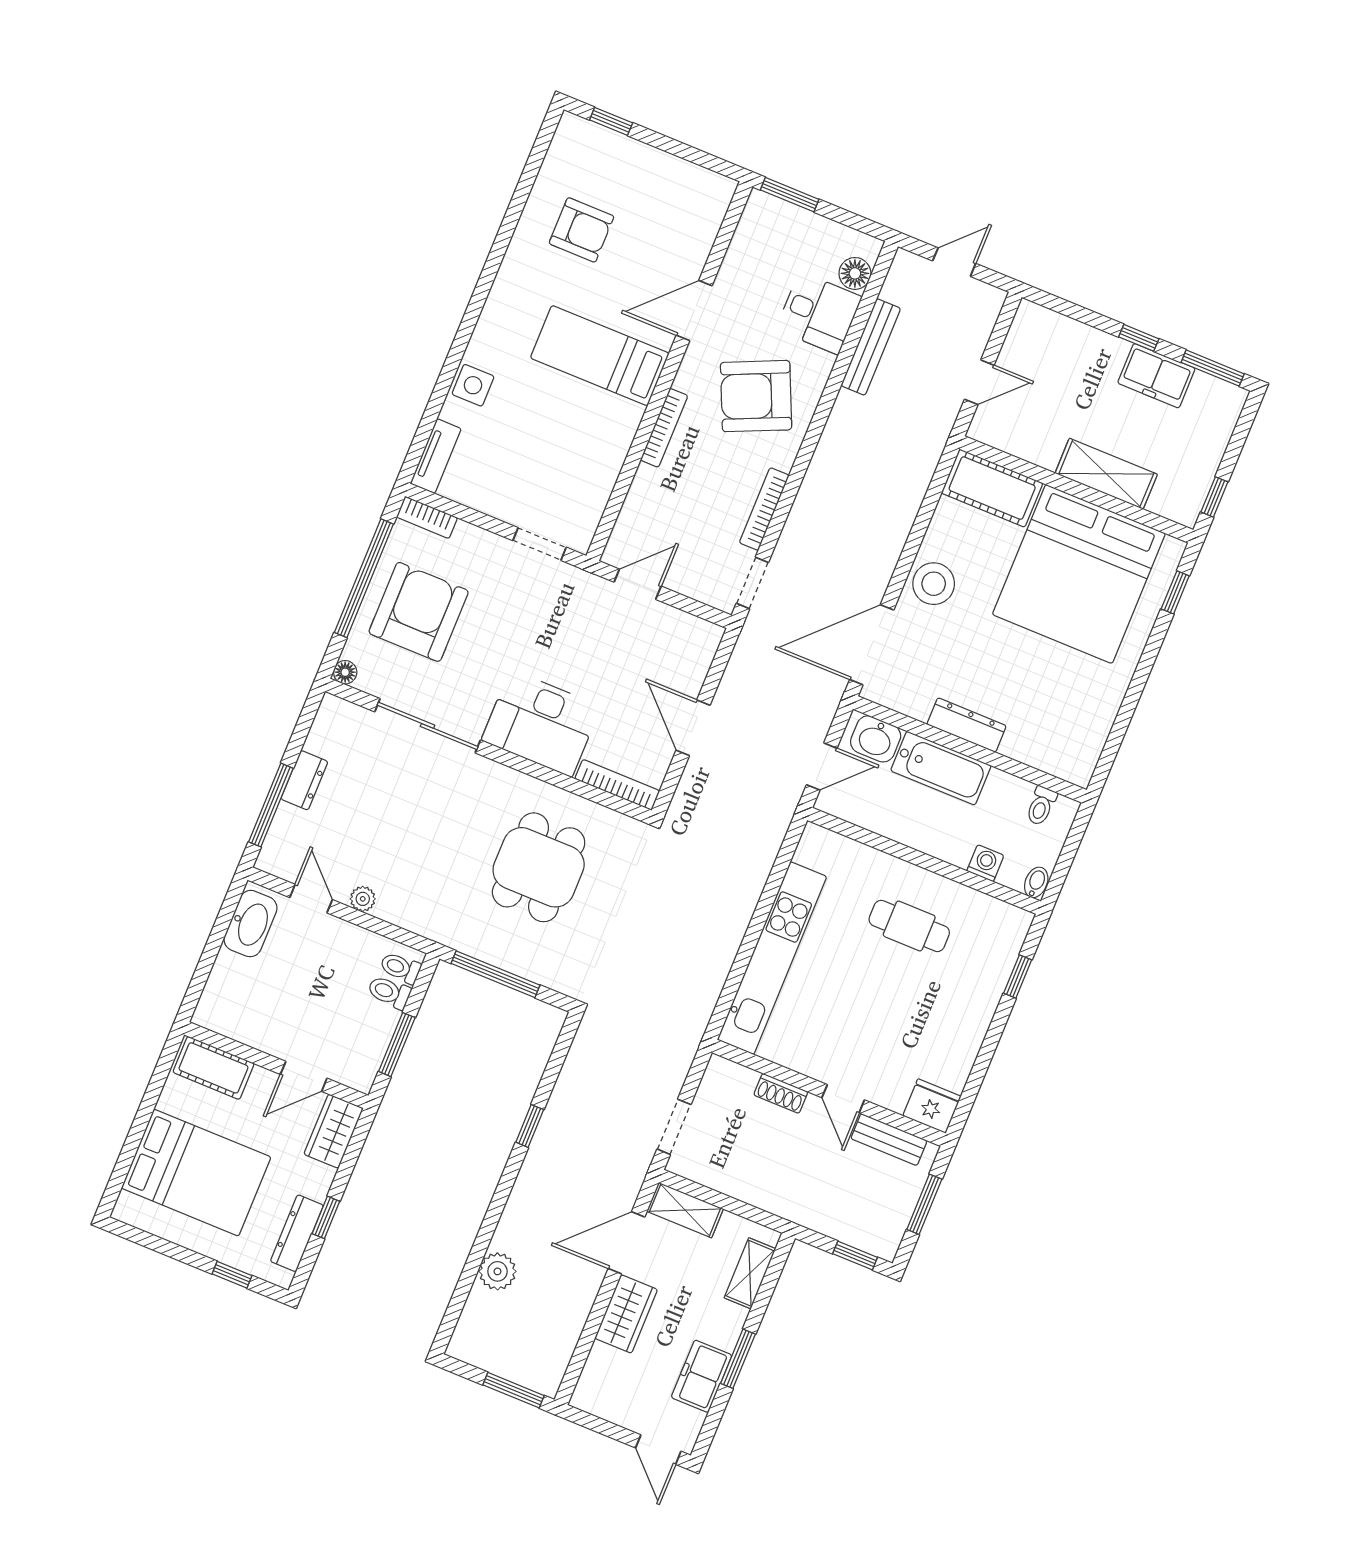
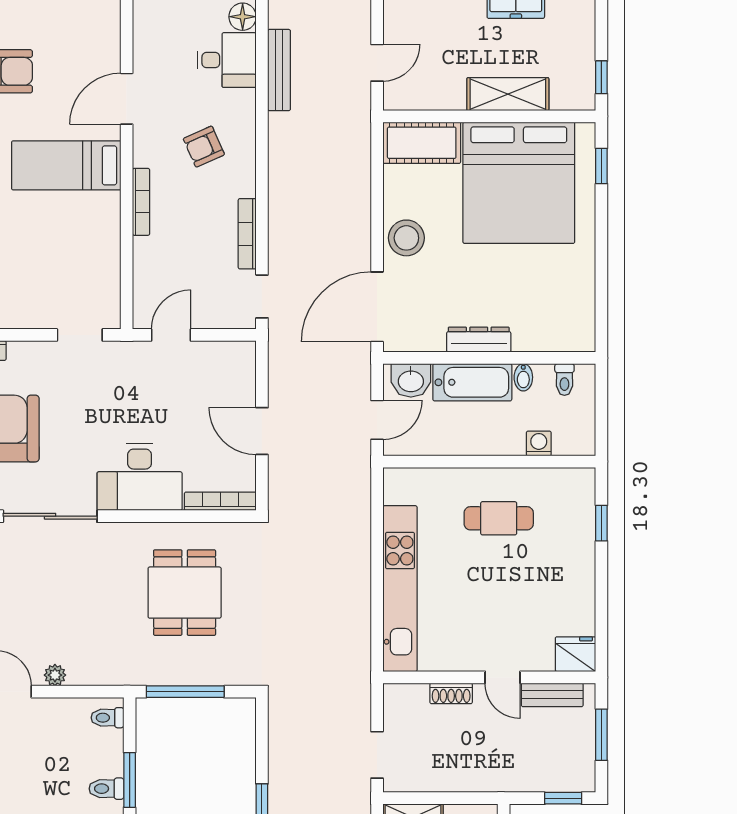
armchair: (756, 396) -> (204, 147), width x0.53, depth x0.53
bidet: (1036, 882) -> (523, 377), moved, turned 180
toilet: (389, 992) -> (106, 789), moved

